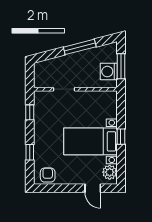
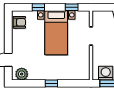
bed with nightstands: (90, 141) -> (56, 33), moved, turned 180

